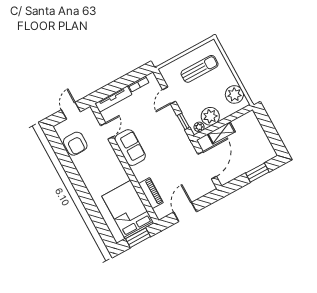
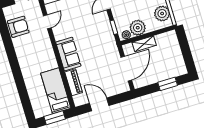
armchair: (75, 144) -> (18, 27), turned -90
sofa: (130, 148) -> (68, 54), moved
bed: (128, 210) -> (56, 91), width x0.67
door: (185, 212) -> (99, 104), hinge flipped

